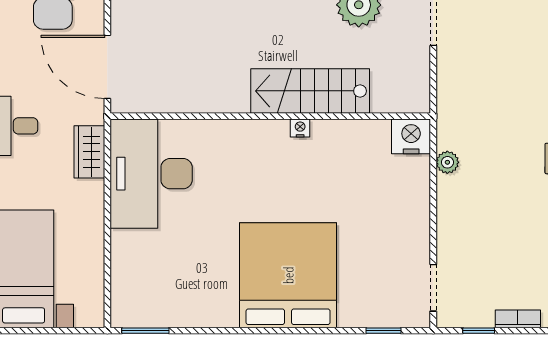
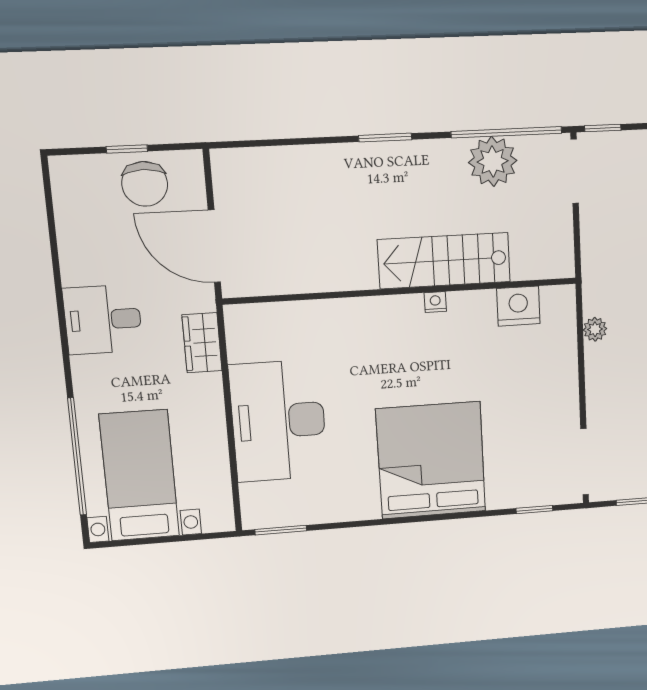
nightstand: (411, 136) -> (518, 306), moved
desk: (151, 174) -> (278, 421), moved
doorway: (433, 288) -> (585, 462), width x1.38

